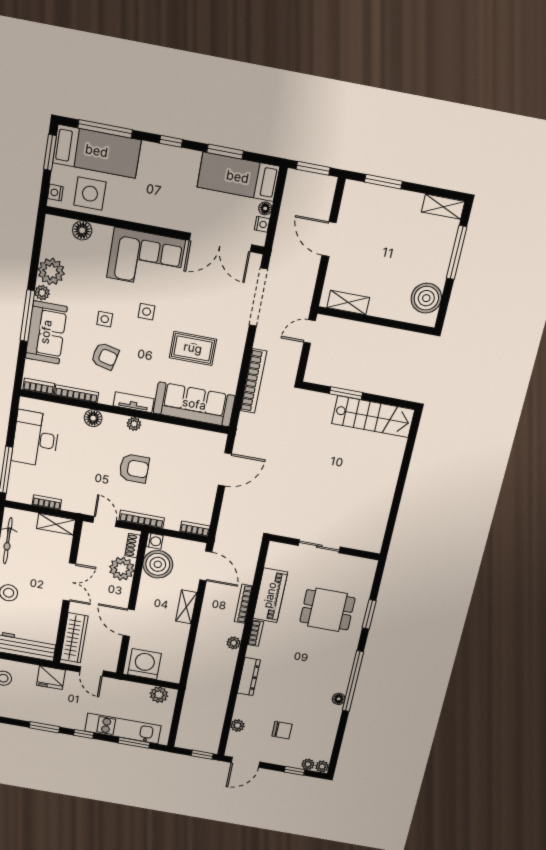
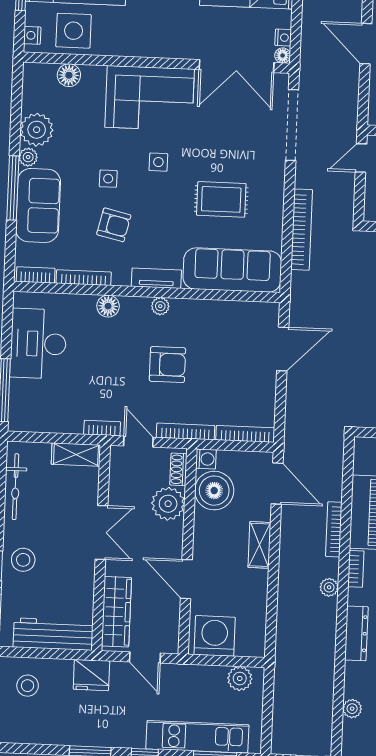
floor lamp: (265, 208) -> (283, 56), moved
bookcase: (47, 502) -> (102, 428), moved
bookcase: (195, 529) -> (245, 434), width x1.56

